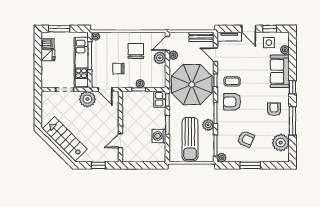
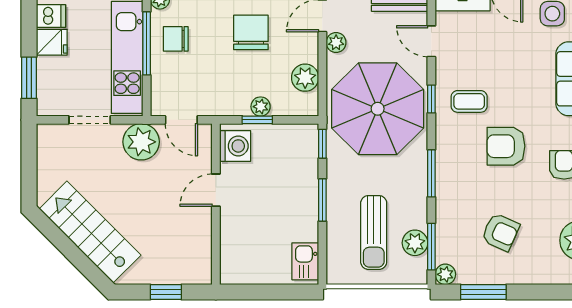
plant: (160, 58) -> (305, 78), moved
chair: (118, 69) -> (176, 39), moved
window: (38, 71) -> (29, 78), added
kitchen sink: (160, 99) -> (305, 261), moved
armchair: (232, 102) -> (506, 146), moved
plant: (208, 125) -> (415, 243), moved
washing machine: (159, 136) -> (235, 146), moved, turned 180
sun lounger: (190, 139) -> (374, 232), width x0.73, depth x0.75
door: (120, 141) -> (216, 190), moved
window: (250, 165) -> (483, 292), moved

